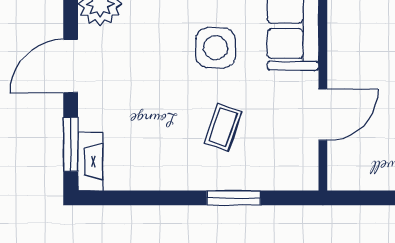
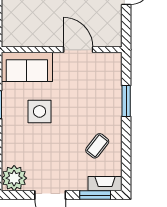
coffee table: (223, 127) -> (97, 146), moved, turned -71

